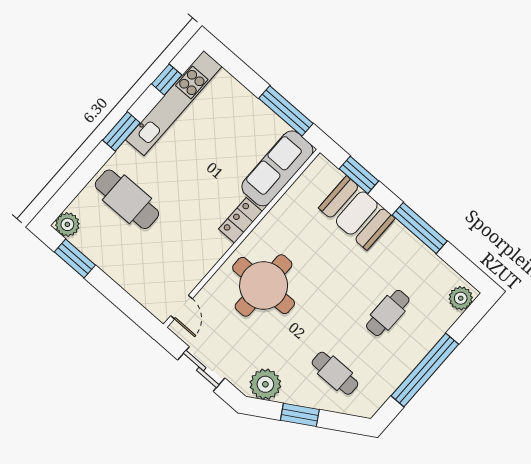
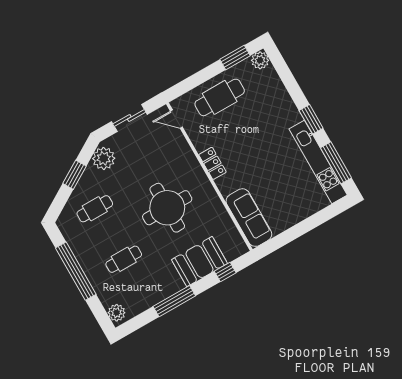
window: (167, 80) -> (336, 163), width x2.17
window: (286, 111) -> (286, 237), removed
window: (359, 175) -> (225, 272), width x0.67
cafe table: (127, 199) -> (220, 97), moved
locker: (240, 220) -> (212, 163), moved
round table: (264, 285) -> (167, 208), moved
cafe table: (388, 313) -> (124, 259), turned 90

